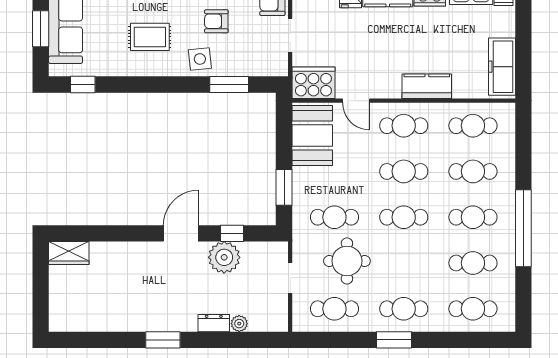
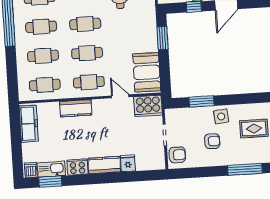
cafe table: (334, 217) -> (129, 21), removed

